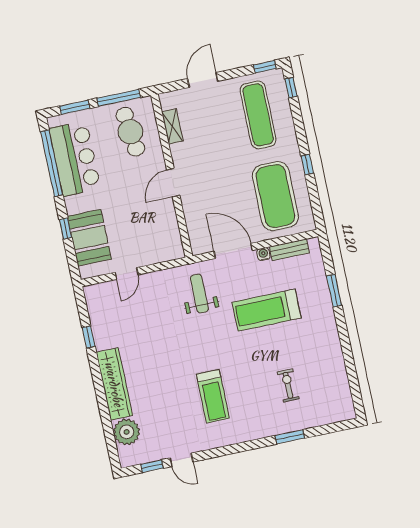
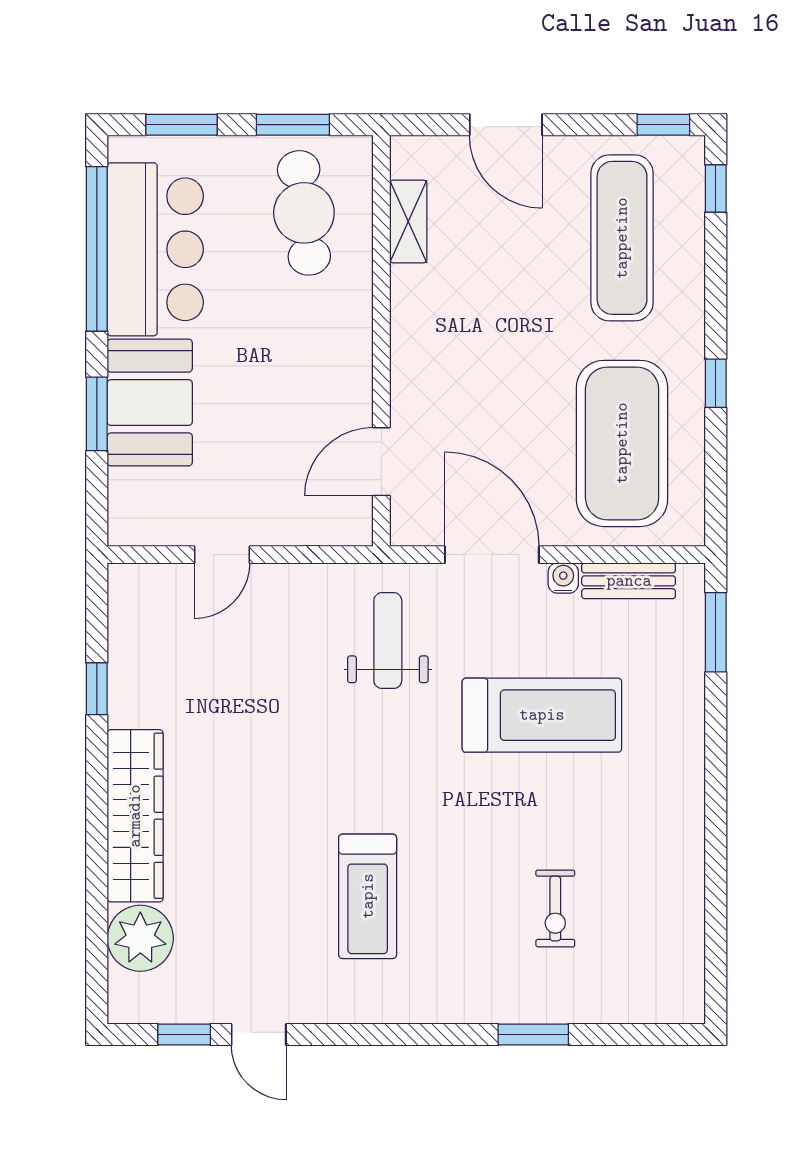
door: (203, 80) -> (506, 125), swing flipped
window: (119, 98) -> (293, 125), width x0.69
door: (173, 183) -> (381, 462), moved
window: (65, 228) -> (97, 414), width x1.50
booth: (89, 238) -> (150, 403), moved
window: (334, 291) -> (716, 632), moved
treadmill: (267, 310) -> (542, 715), turned 180
exercise bike: (288, 385) -> (555, 909), turned 180

